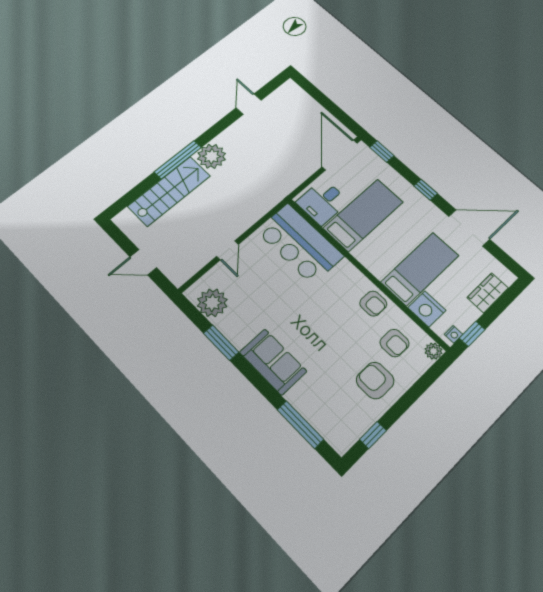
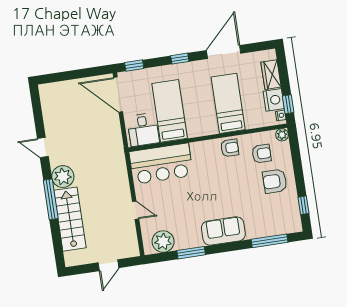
door: (249, 104) -> (43, 148), moved
nightstand: (427, 309) -> (274, 100), moved, turned -90

